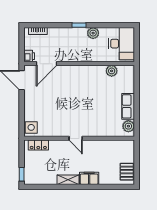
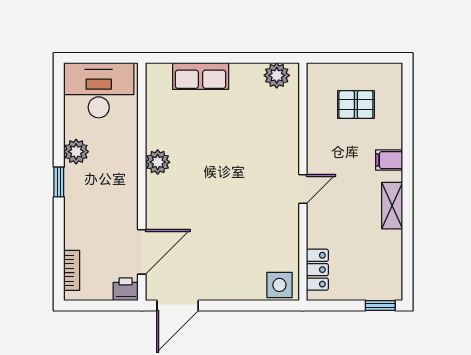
door: (47, 64) -> (142, 252), hinge flipped
plant: (112, 71) -> (158, 162), moved
row of seats: (128, 106) -> (201, 76), moved
pallet: (127, 172) -> (356, 104), moved
filing cabinet: (89, 178) -> (389, 160), width x0.50

